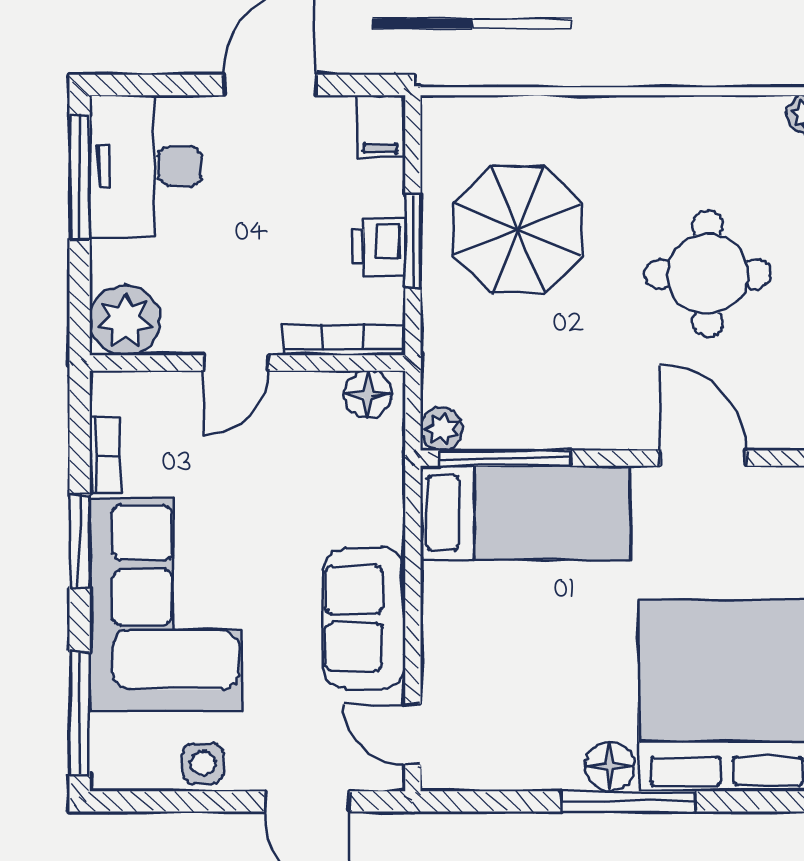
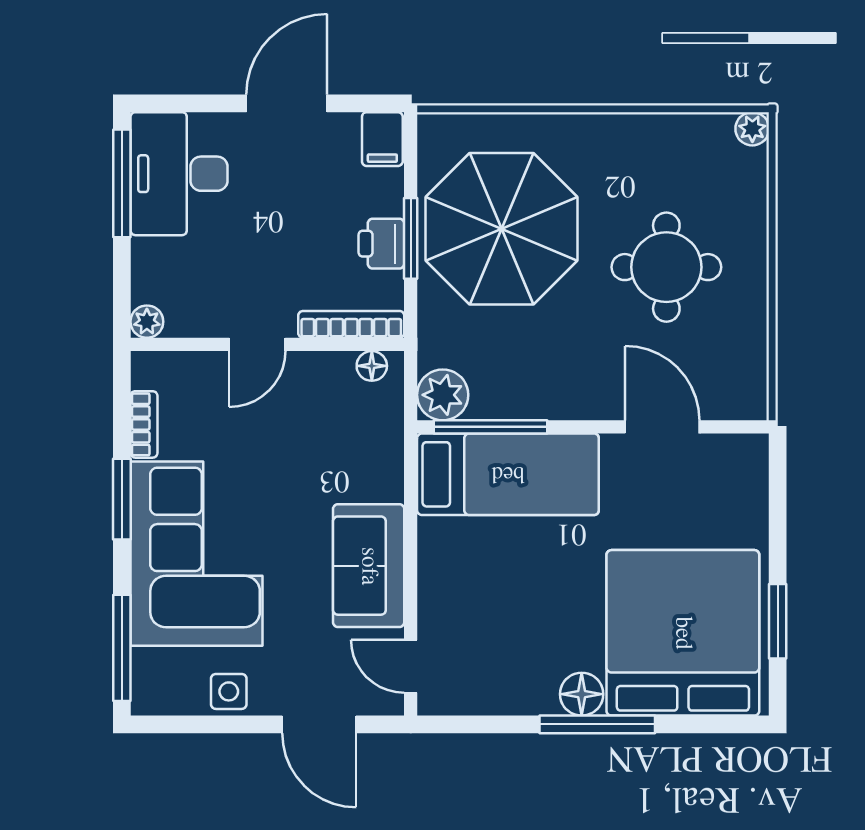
parasol: (517, 230) -> (501, 229), width x1.36, depth x1.36
plant: (125, 320) -> (147, 322), width x0.53, depth x0.53
floor lamp: (368, 394) -> (372, 366), width x0.73, depth x0.73
plant: (442, 429) -> (443, 395), width x1.38, depth x1.38

